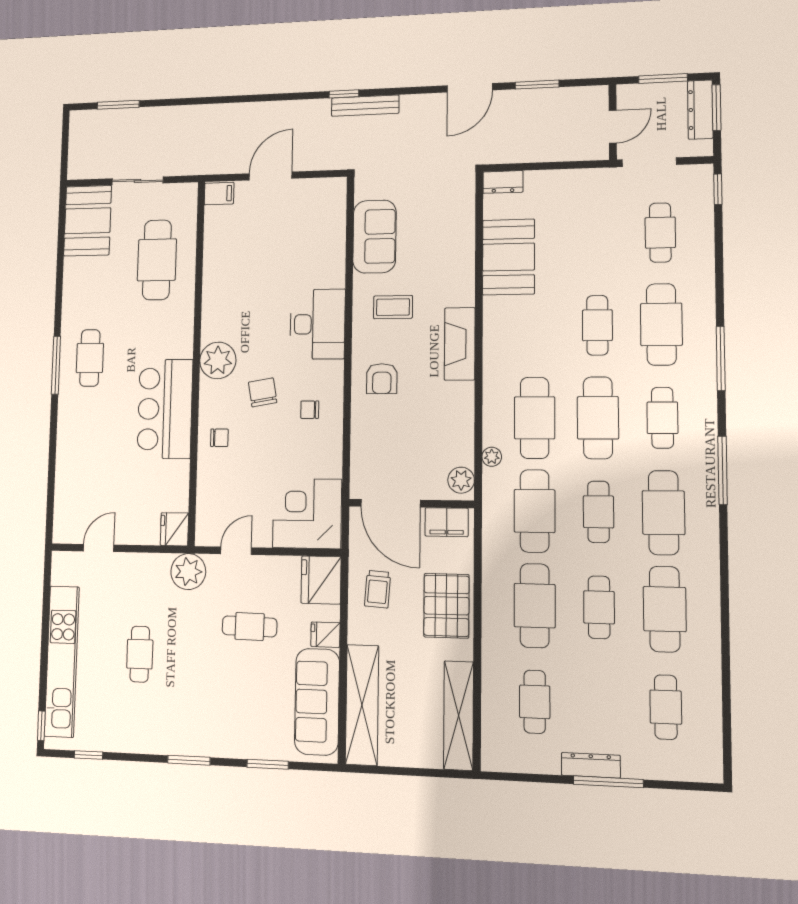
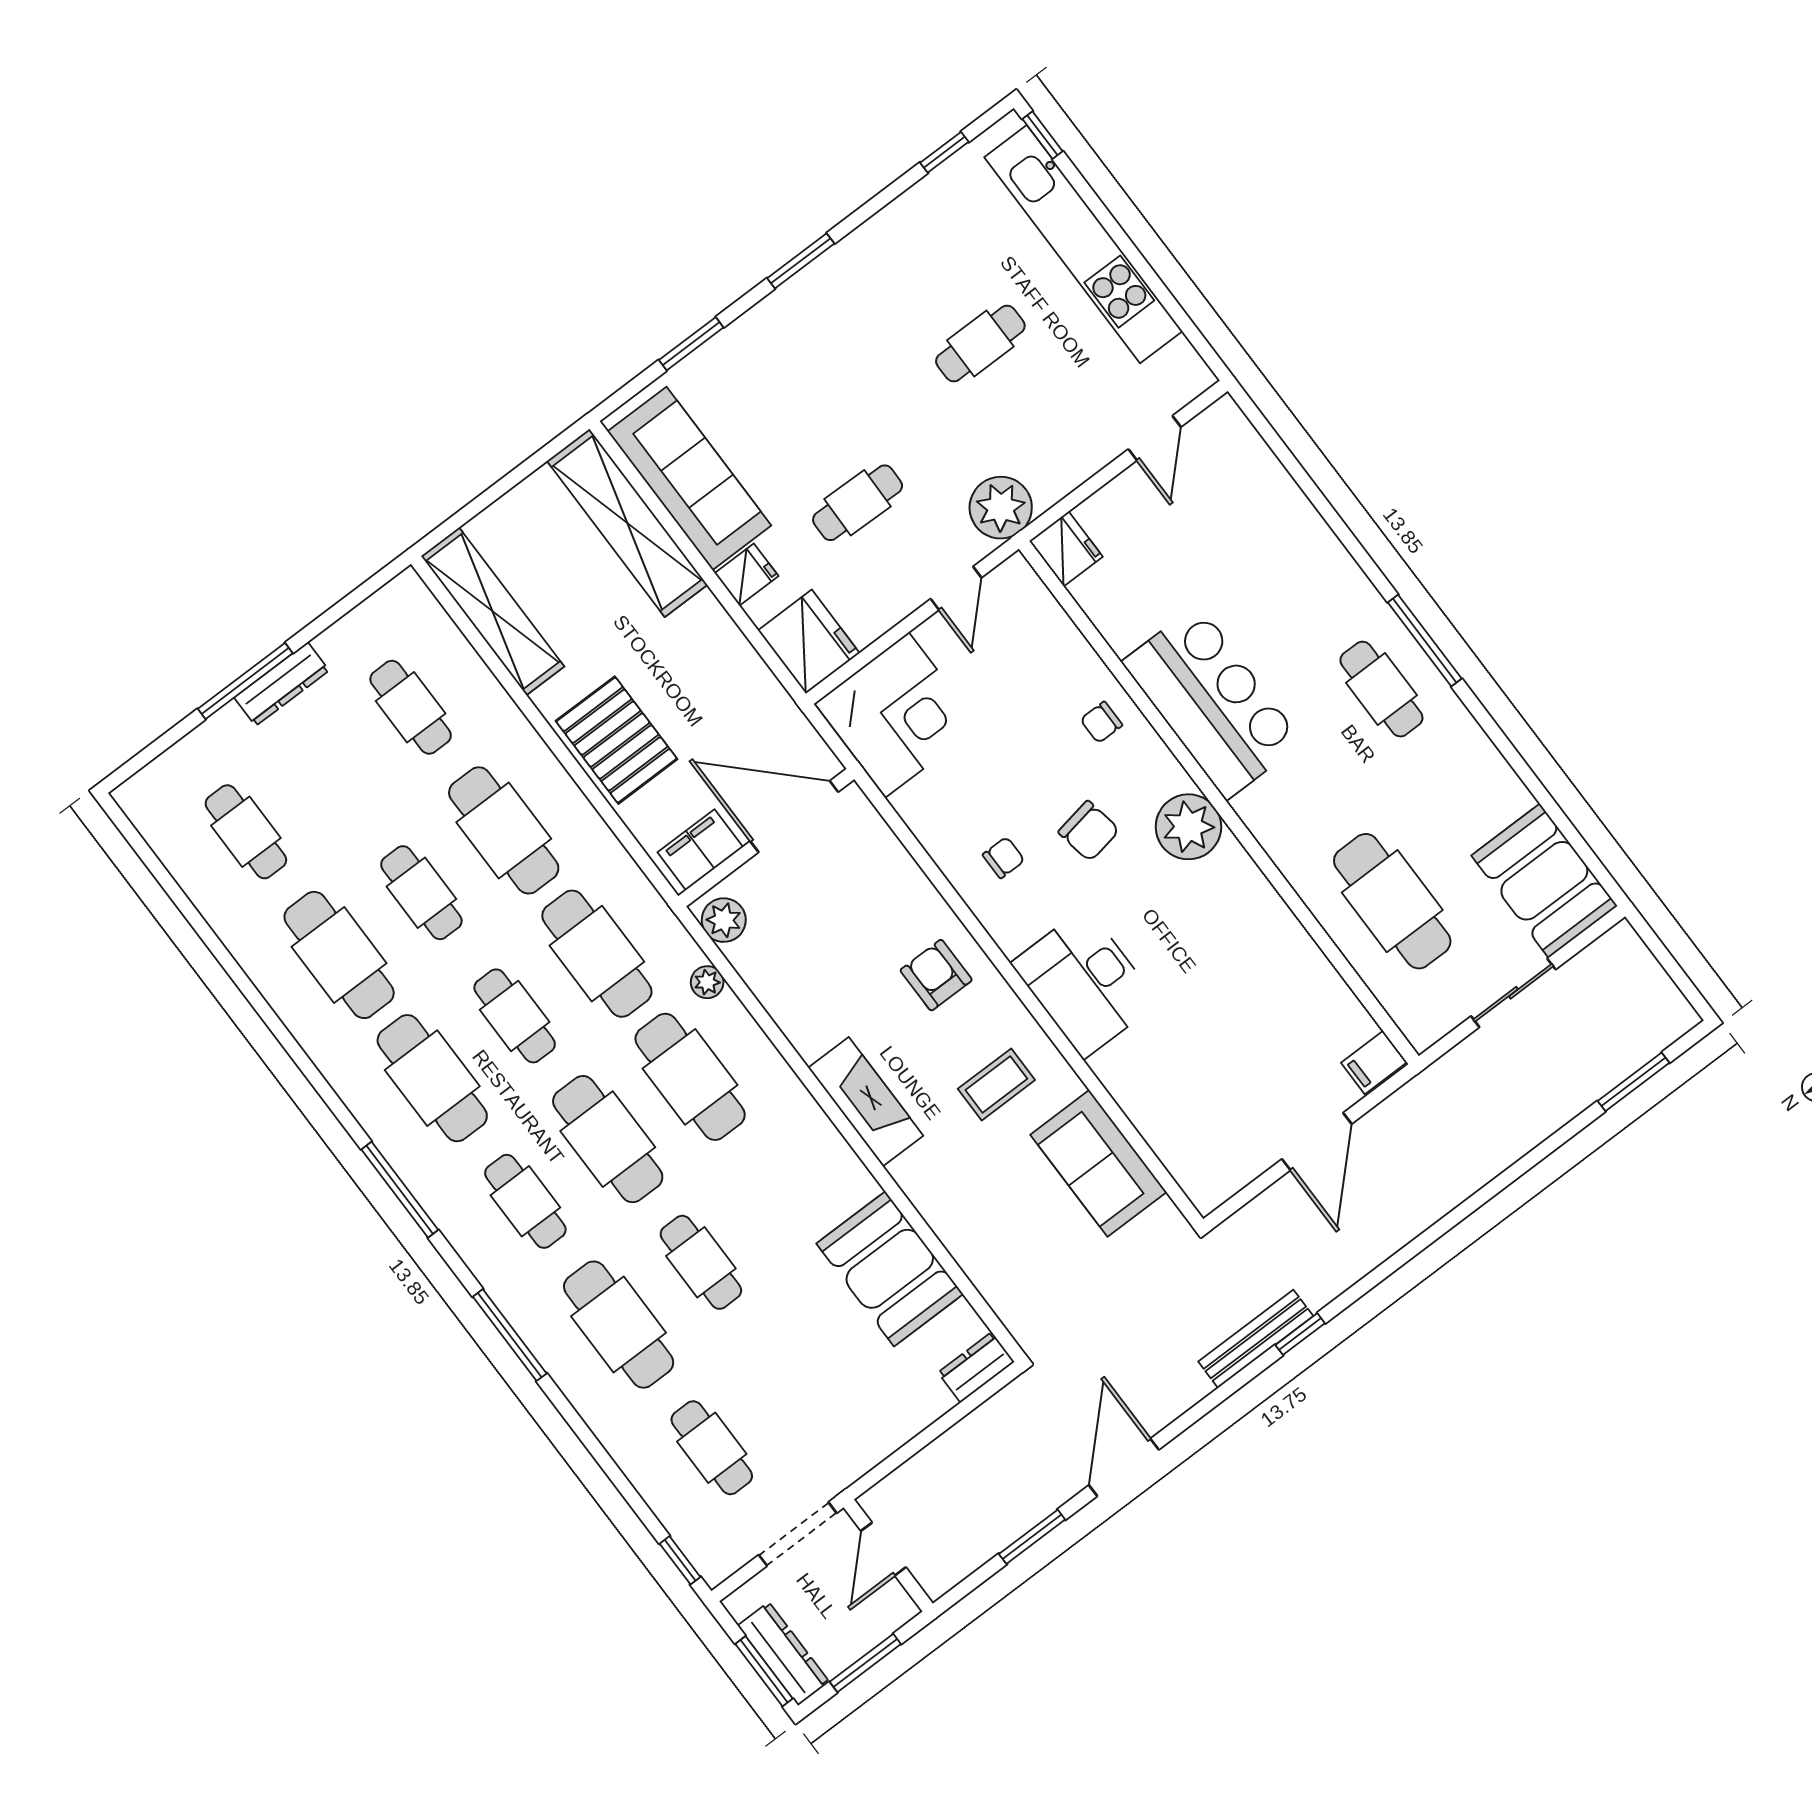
trolley: (378, 589) -> (723, 689), removed
cafe table: (140, 654) -> (980, 343), turned 90

